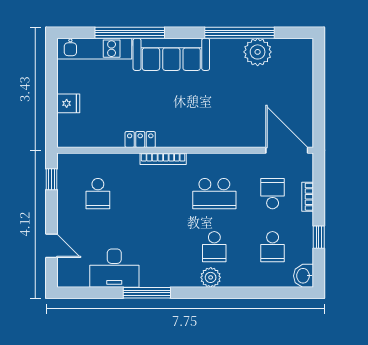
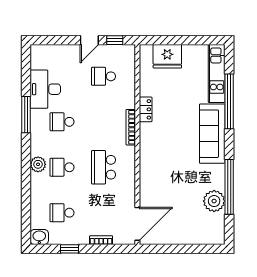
fridge: (68, 103) -> (167, 56), width x1.88, depth x1.34
school desk: (273, 194) -> (62, 122), moved, turned 180
door: (52, 246) -> (89, 40), moved

